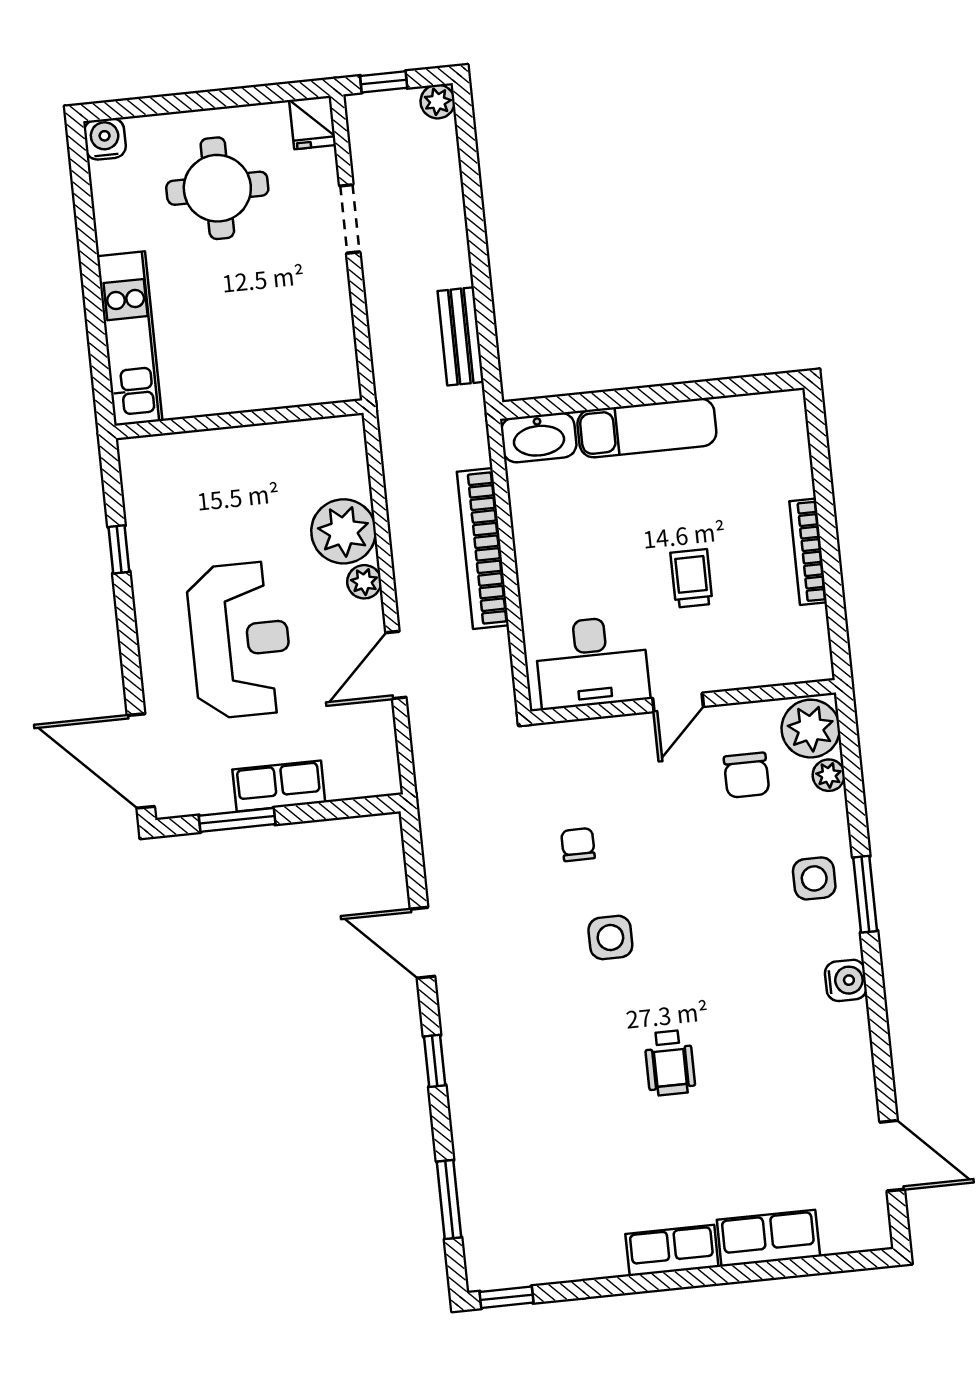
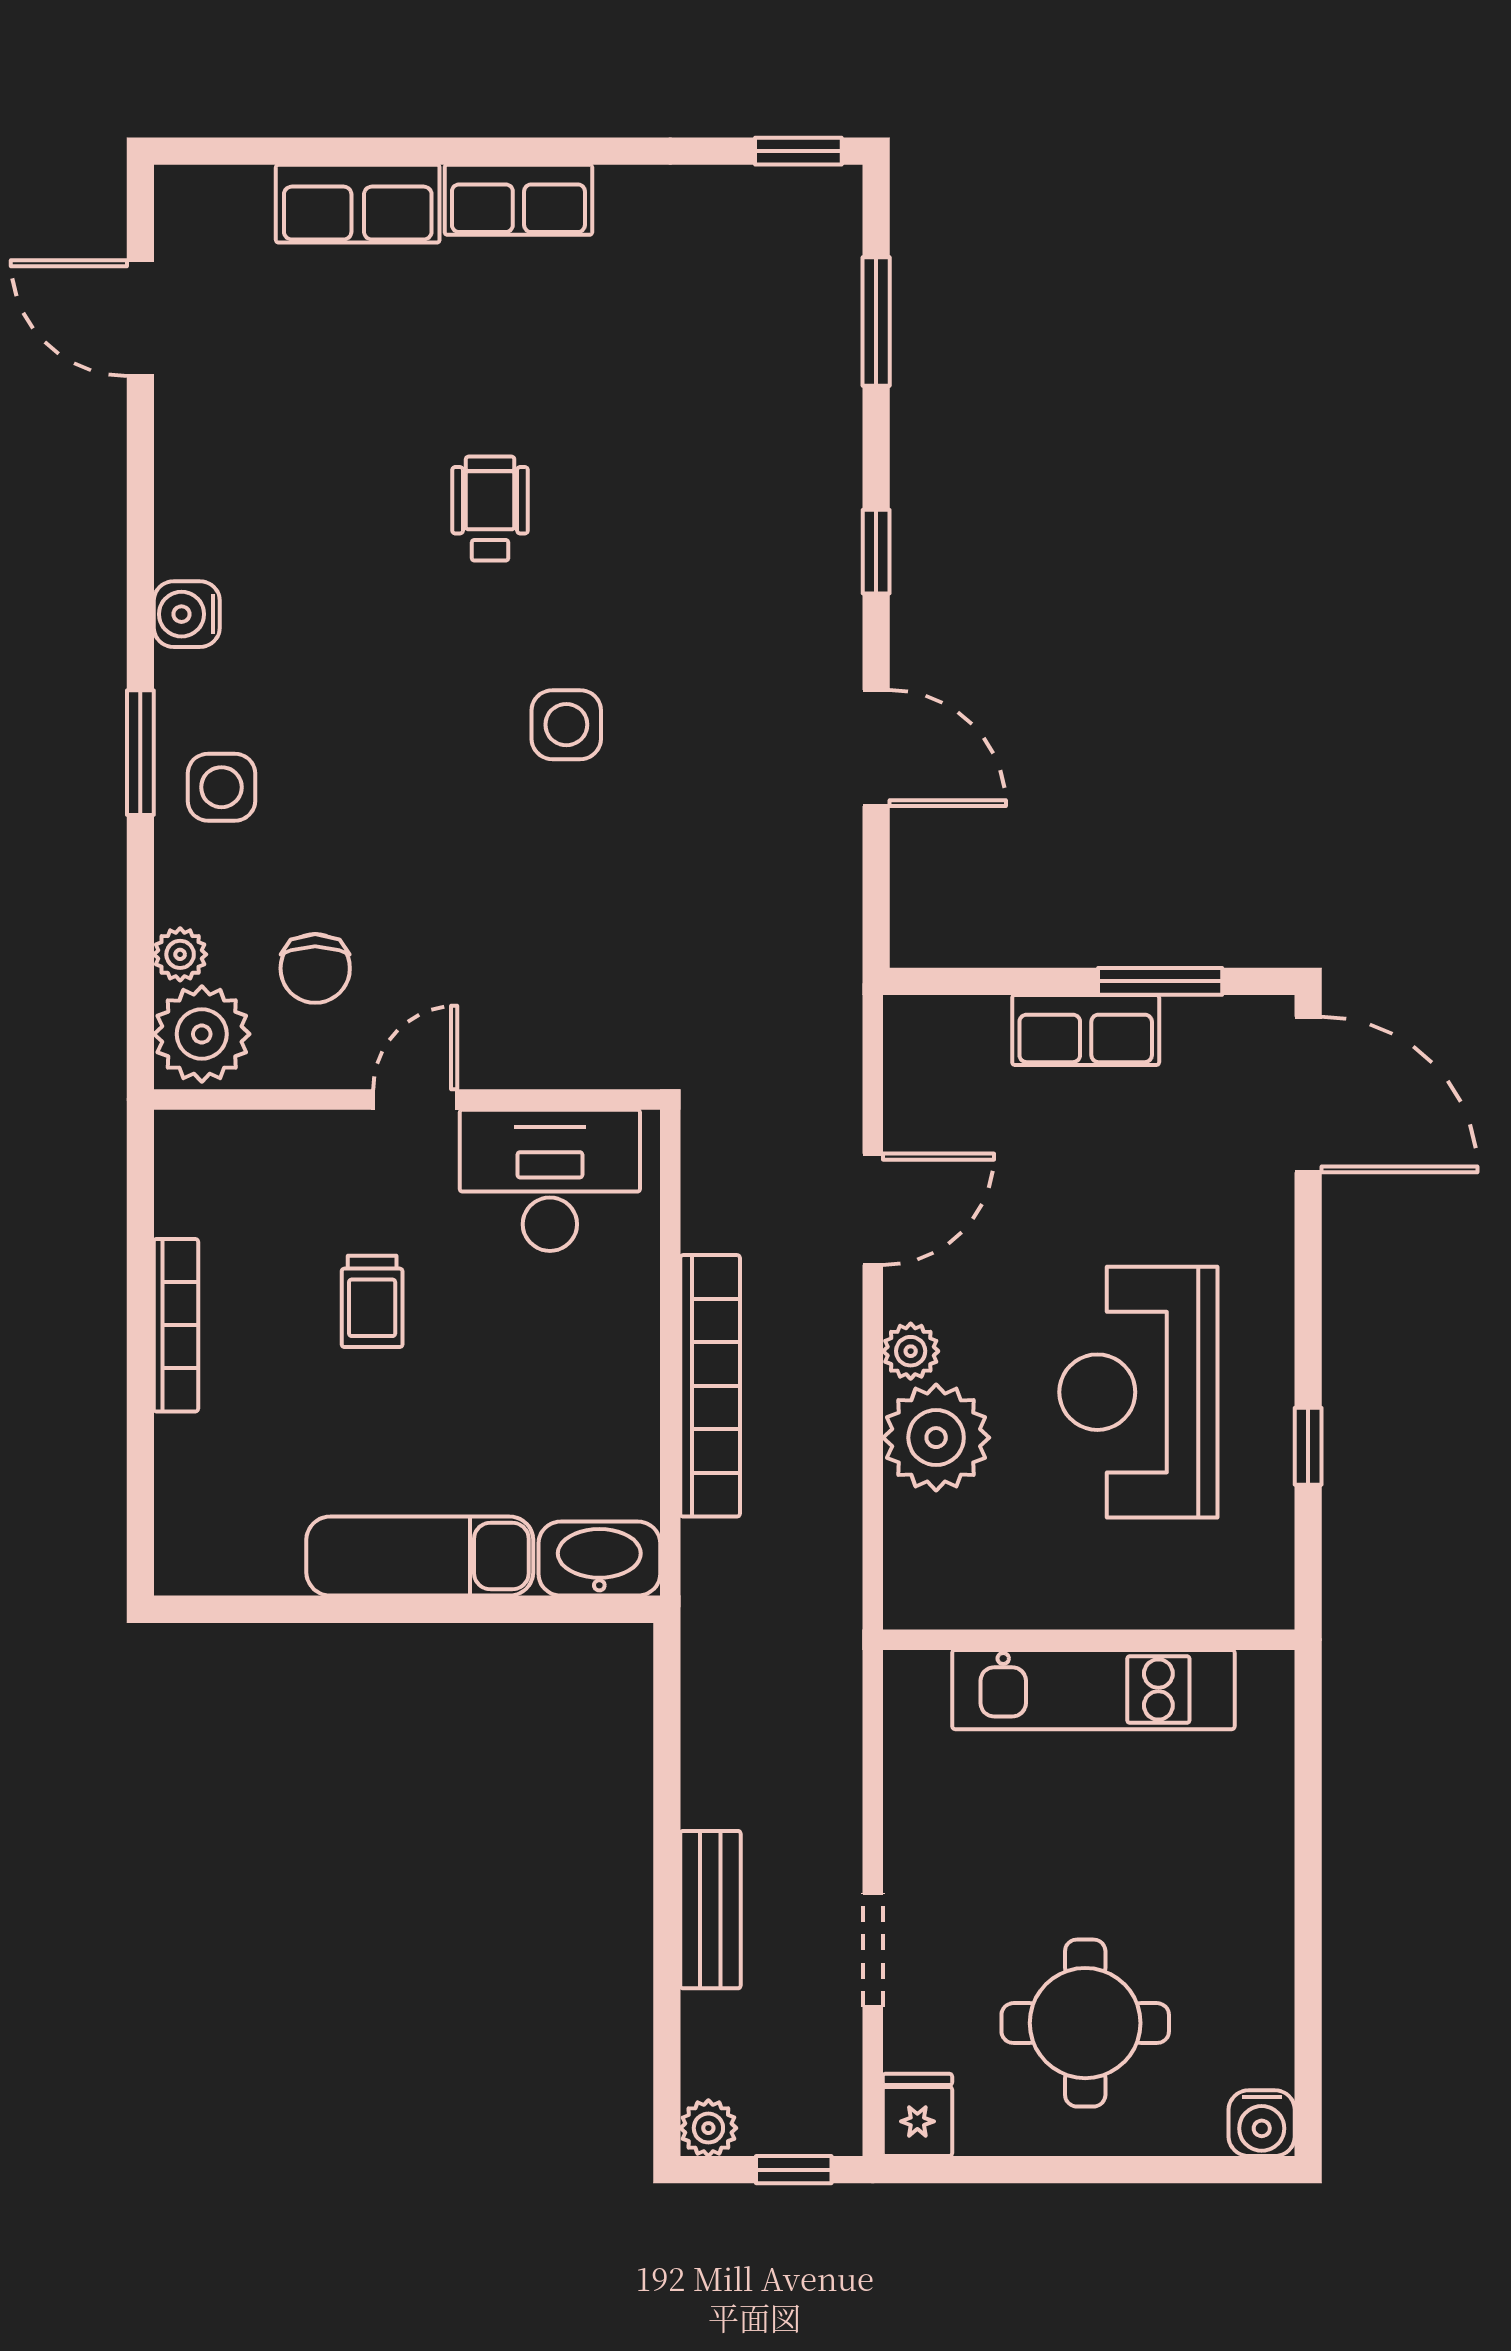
bench: (461, 336) -> (710, 1910), moved
kitchen unit: (130, 339) -> (1093, 1690), moved, turned -90
reception desk: (240, 640) -> (1138, 1392), moved
chair: (746, 775) -> (315, 968), turned 180
chair: (578, 845) -> (604, 883), removed

